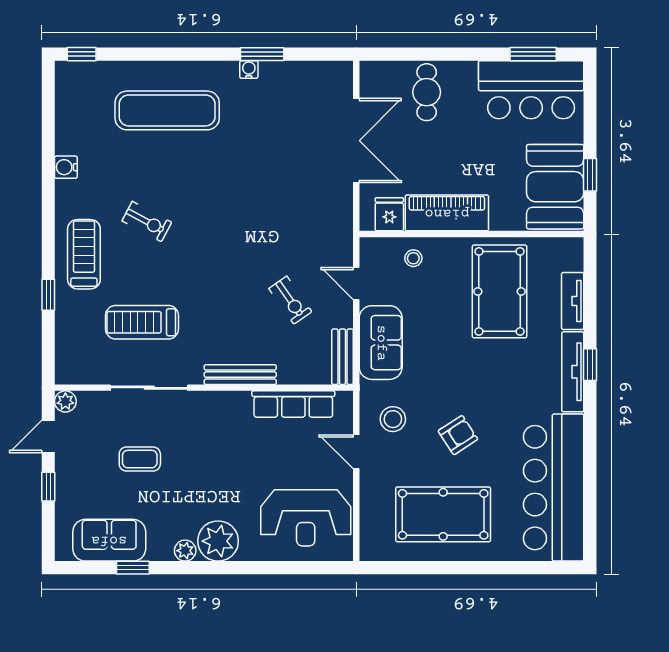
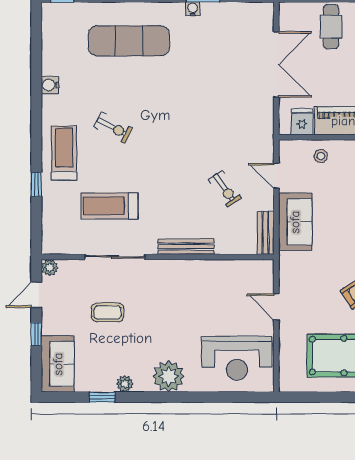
row of seats: (293, 404) -> (227, 270), removed
stool: (393, 419) -> (305, 281), removed
sofa: (109, 540) -> (58, 364), moved, turned 90
plant: (185, 551) -> (125, 384), moved

